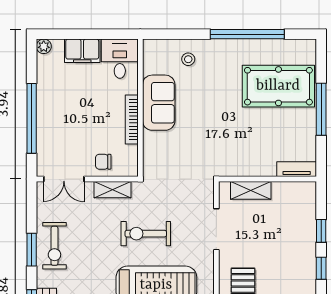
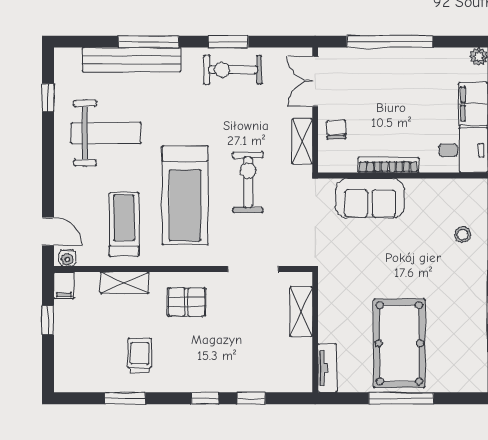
pool table: (278, 86) -> (399, 343), moved
sofa: (159, 103) -> (370, 198), moved

